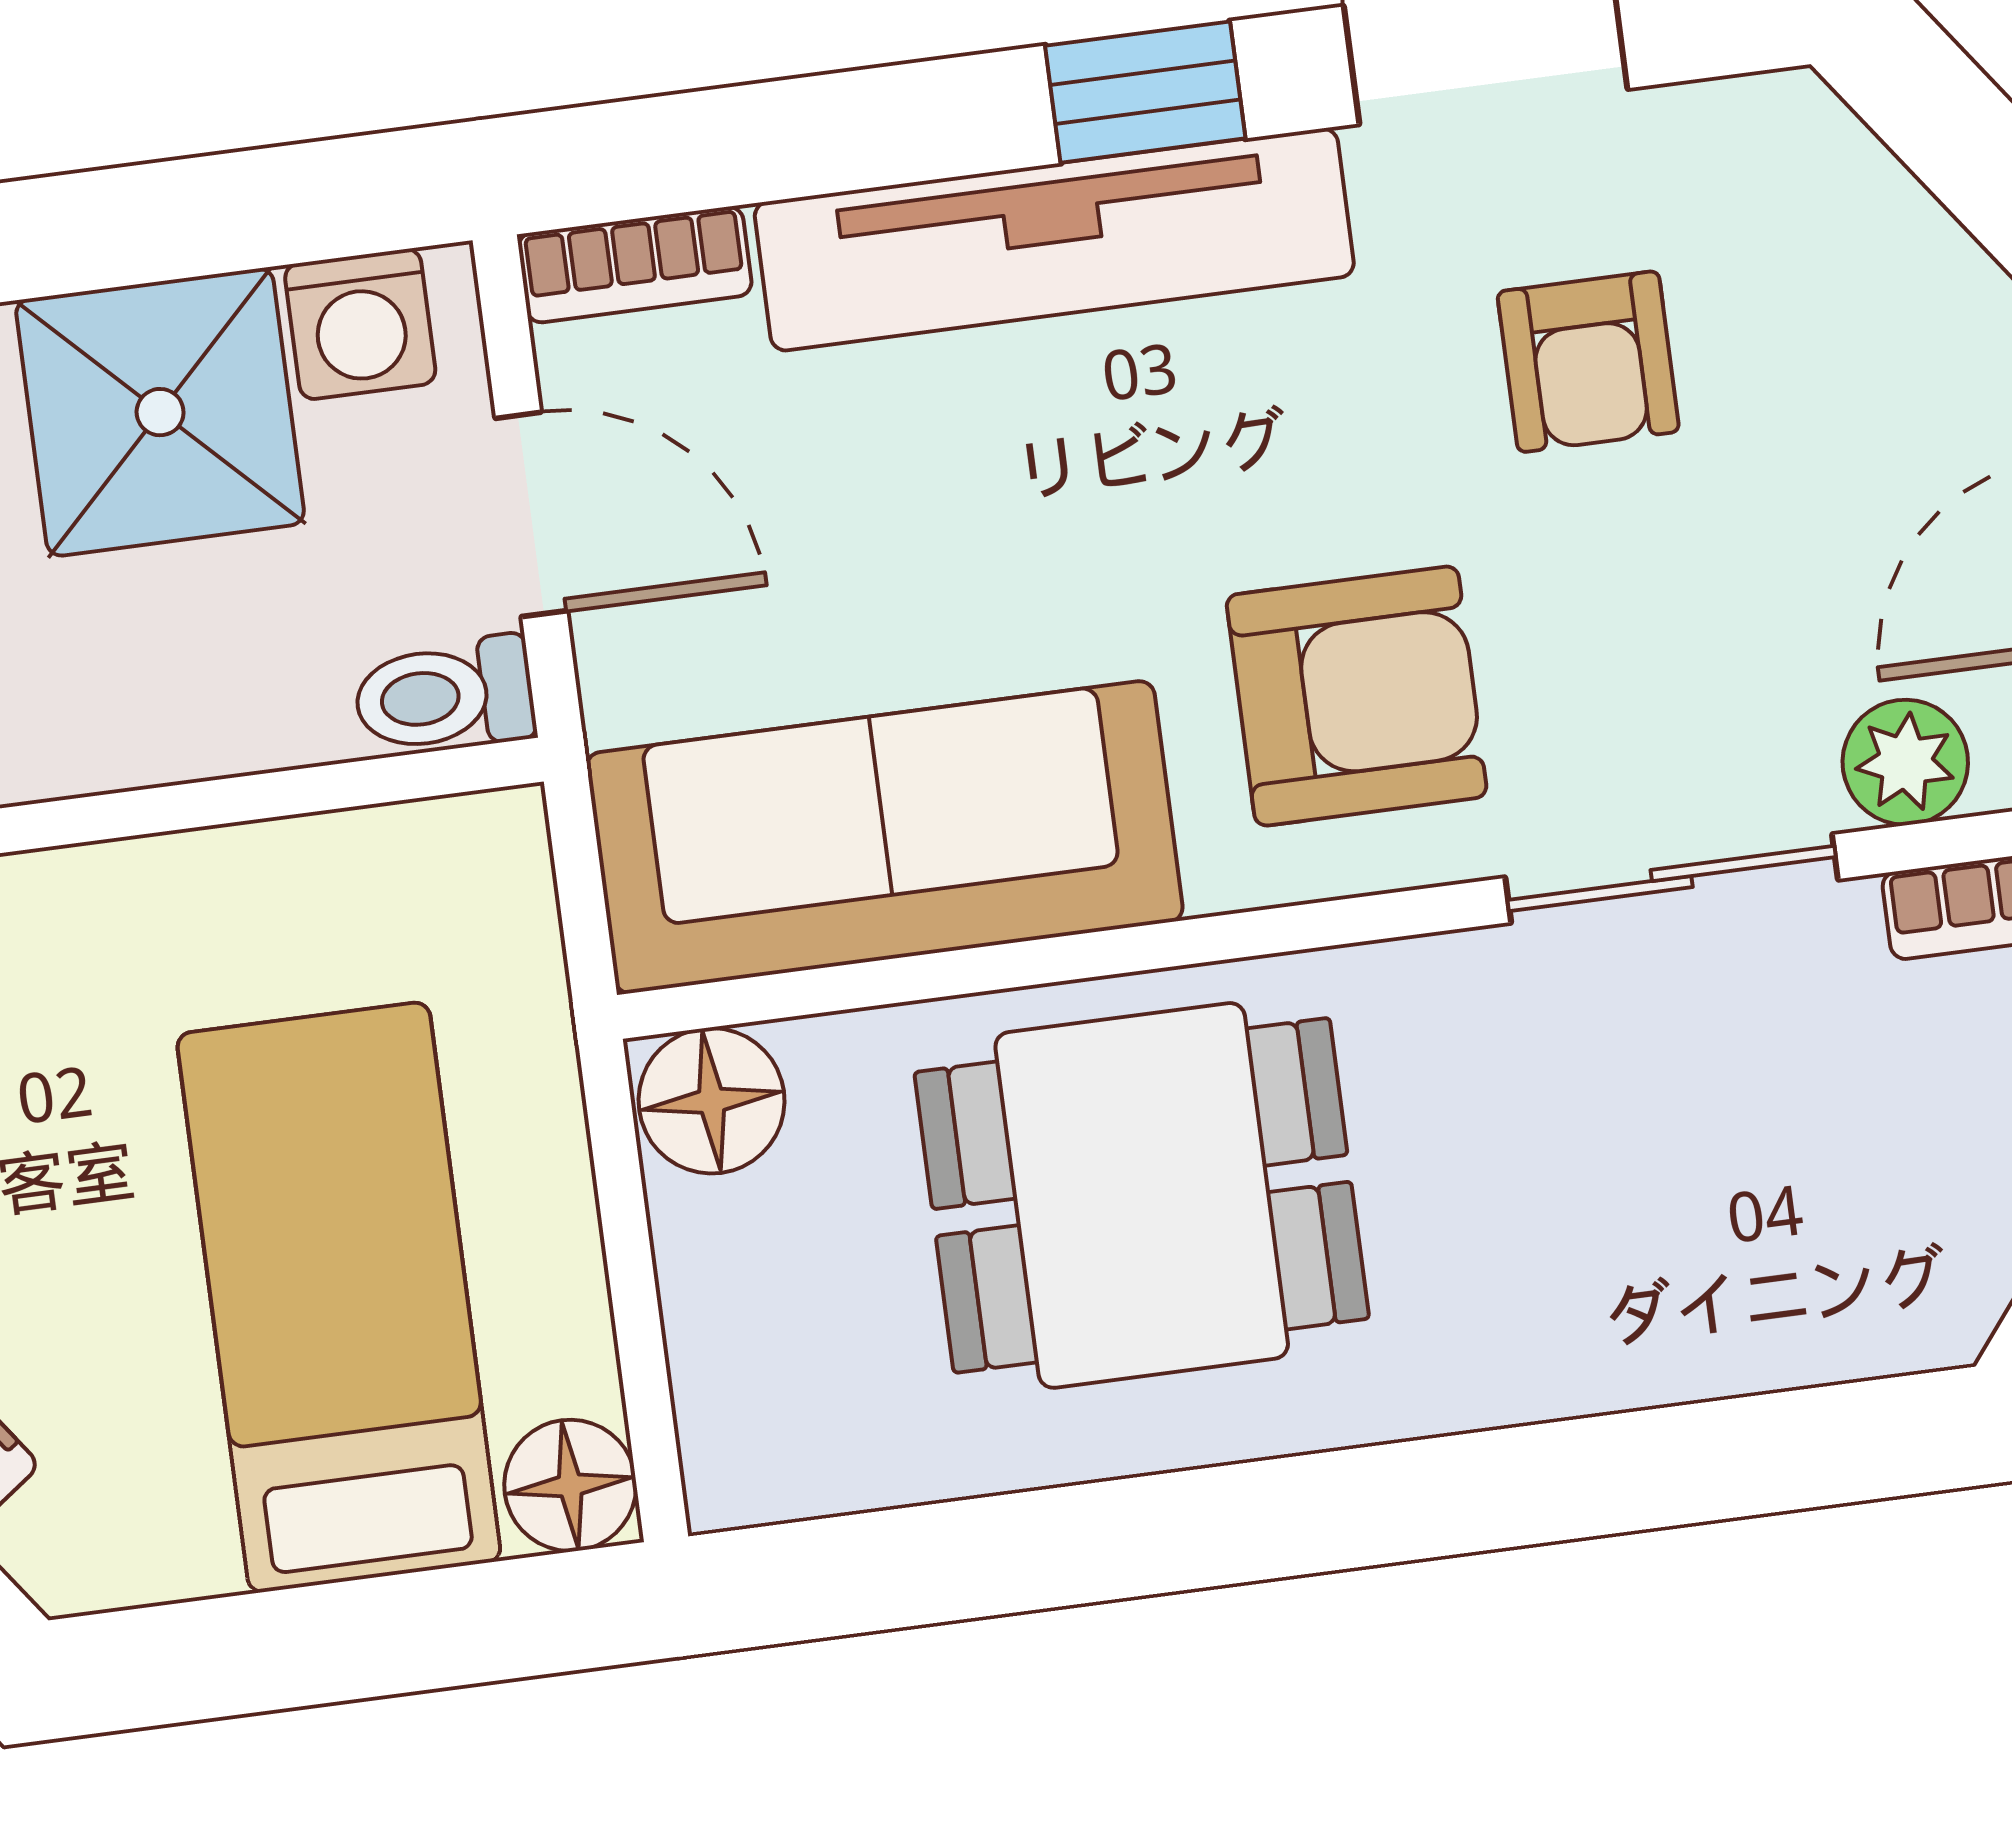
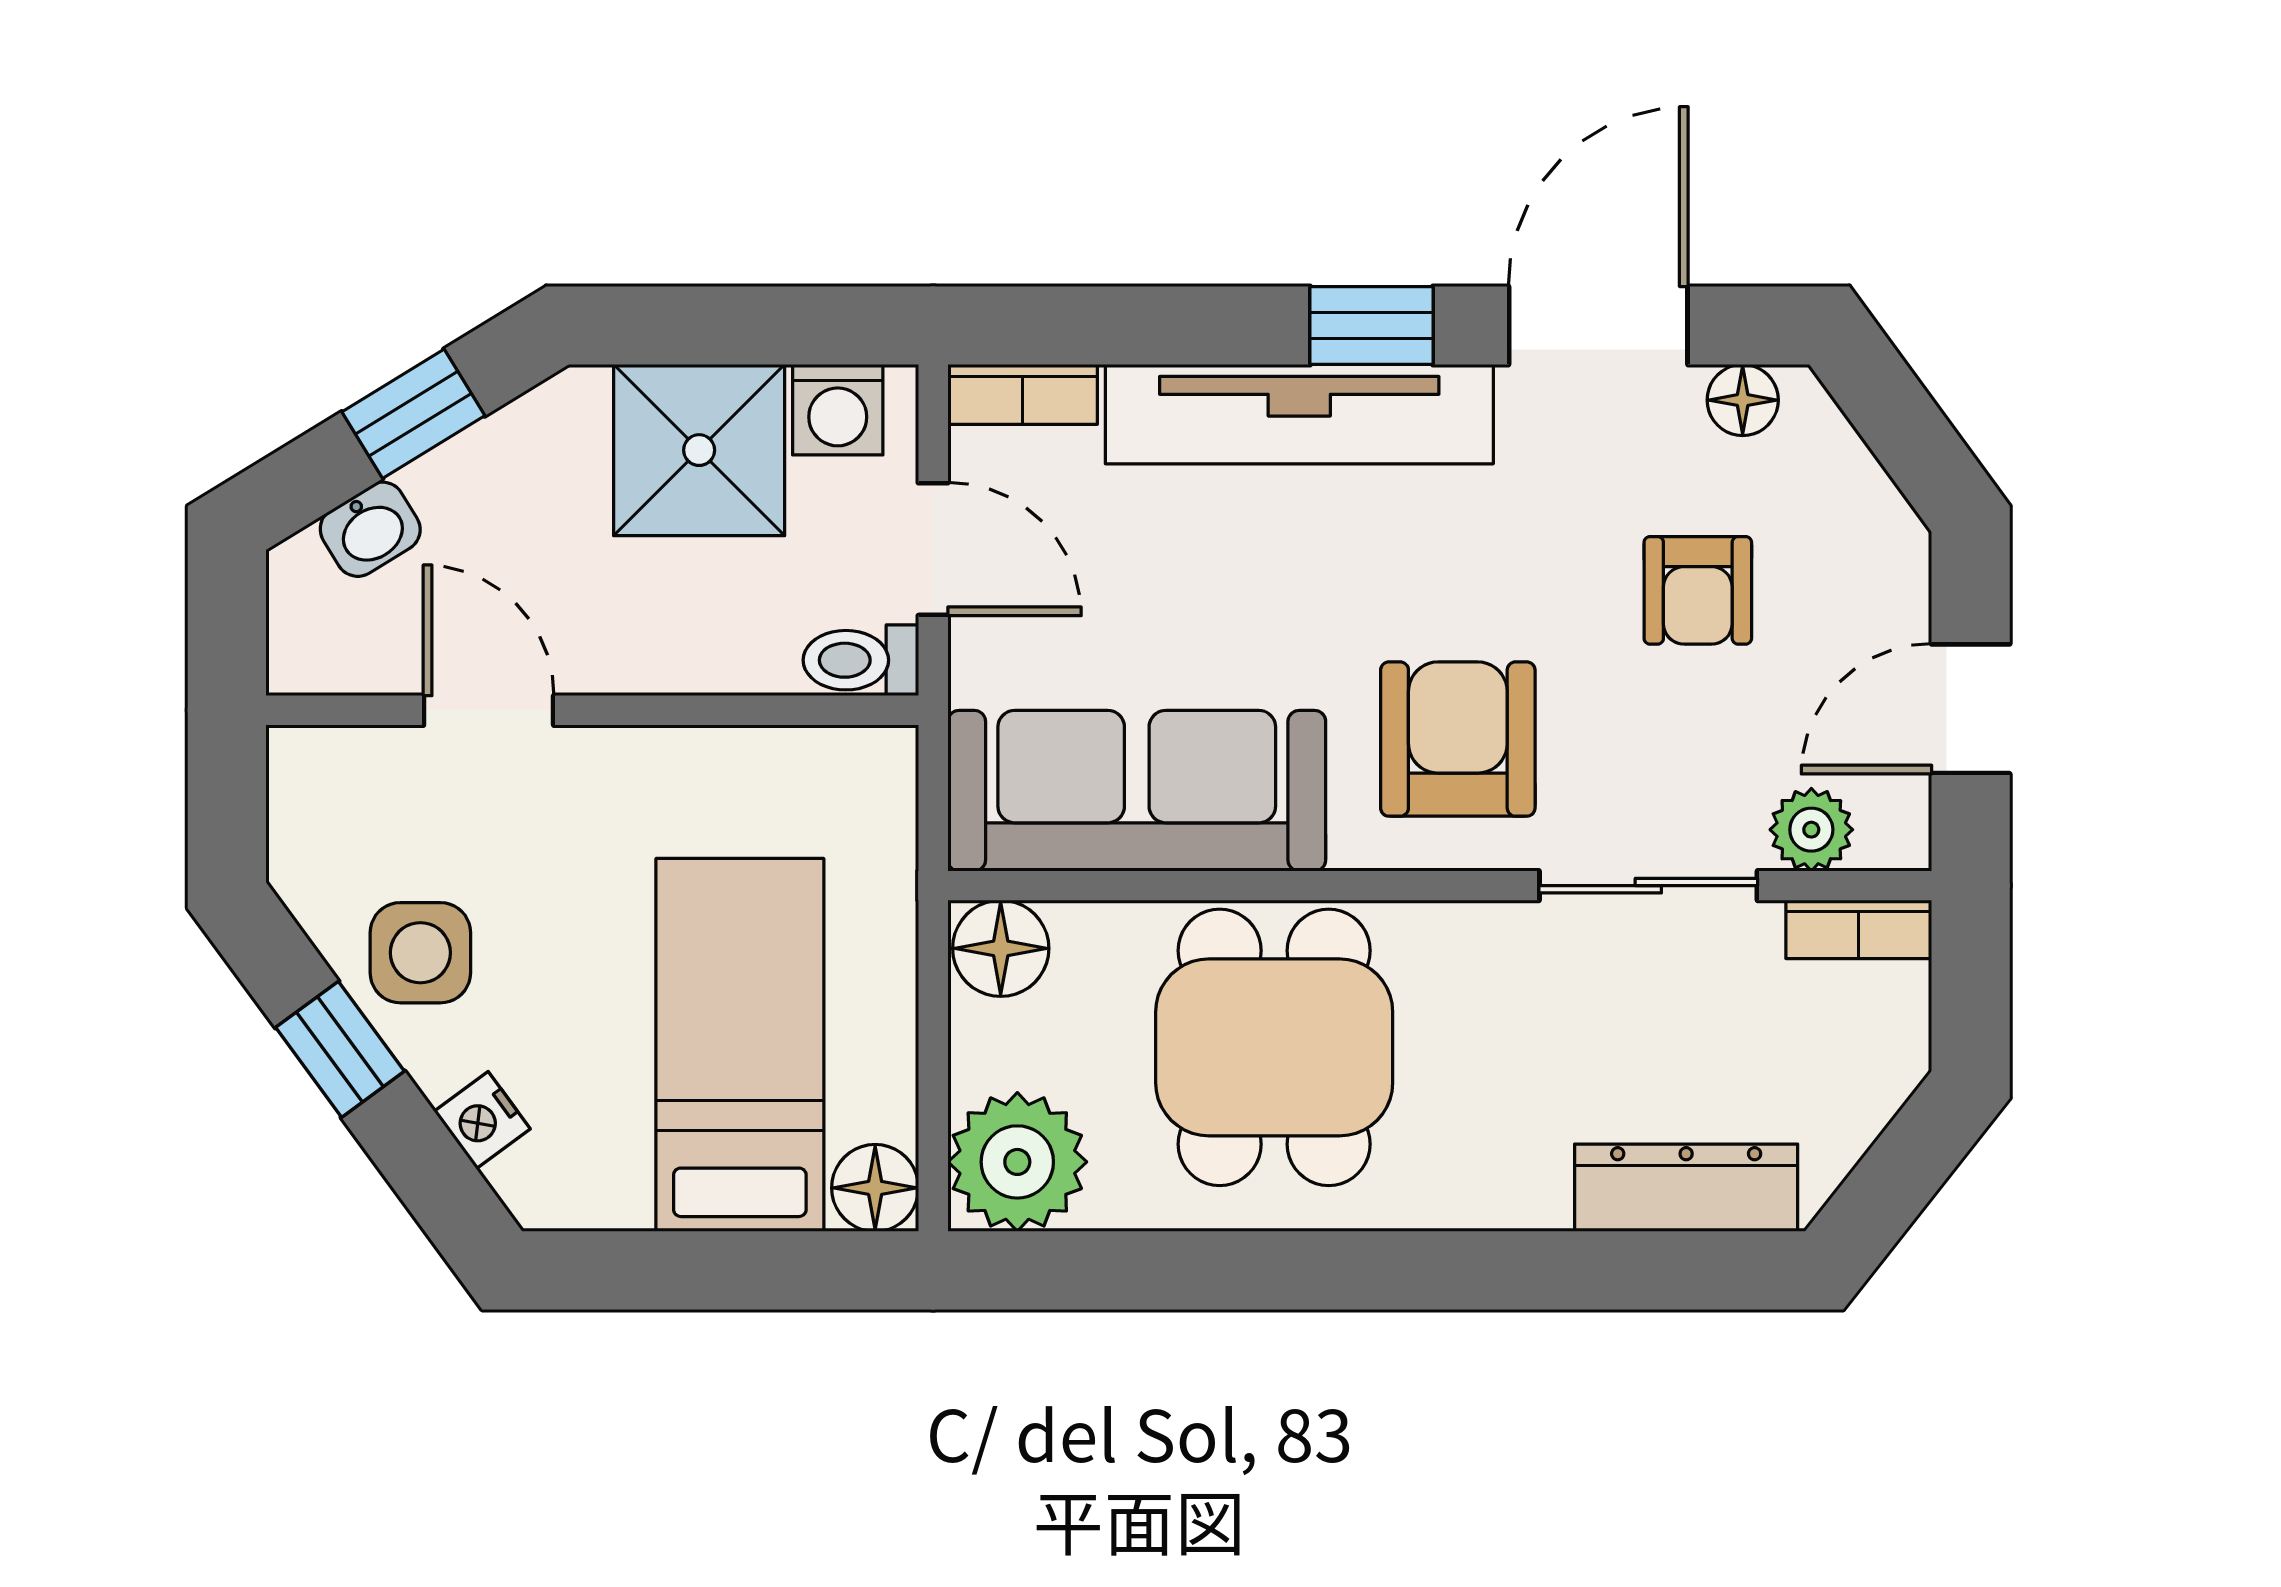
floor lamp: (1717, 131) -> (1743, 400), added
armchair: (1588, 362) -> (1698, 590), moved
armchair: (1357, 696) -> (1458, 739), turned -90
dining table: (1142, 1195) -> (1274, 1047), turned 90
dresser: (1788, 1325) -> (1686, 1188), added
plant: (779, 1418) -> (1017, 1162), added

